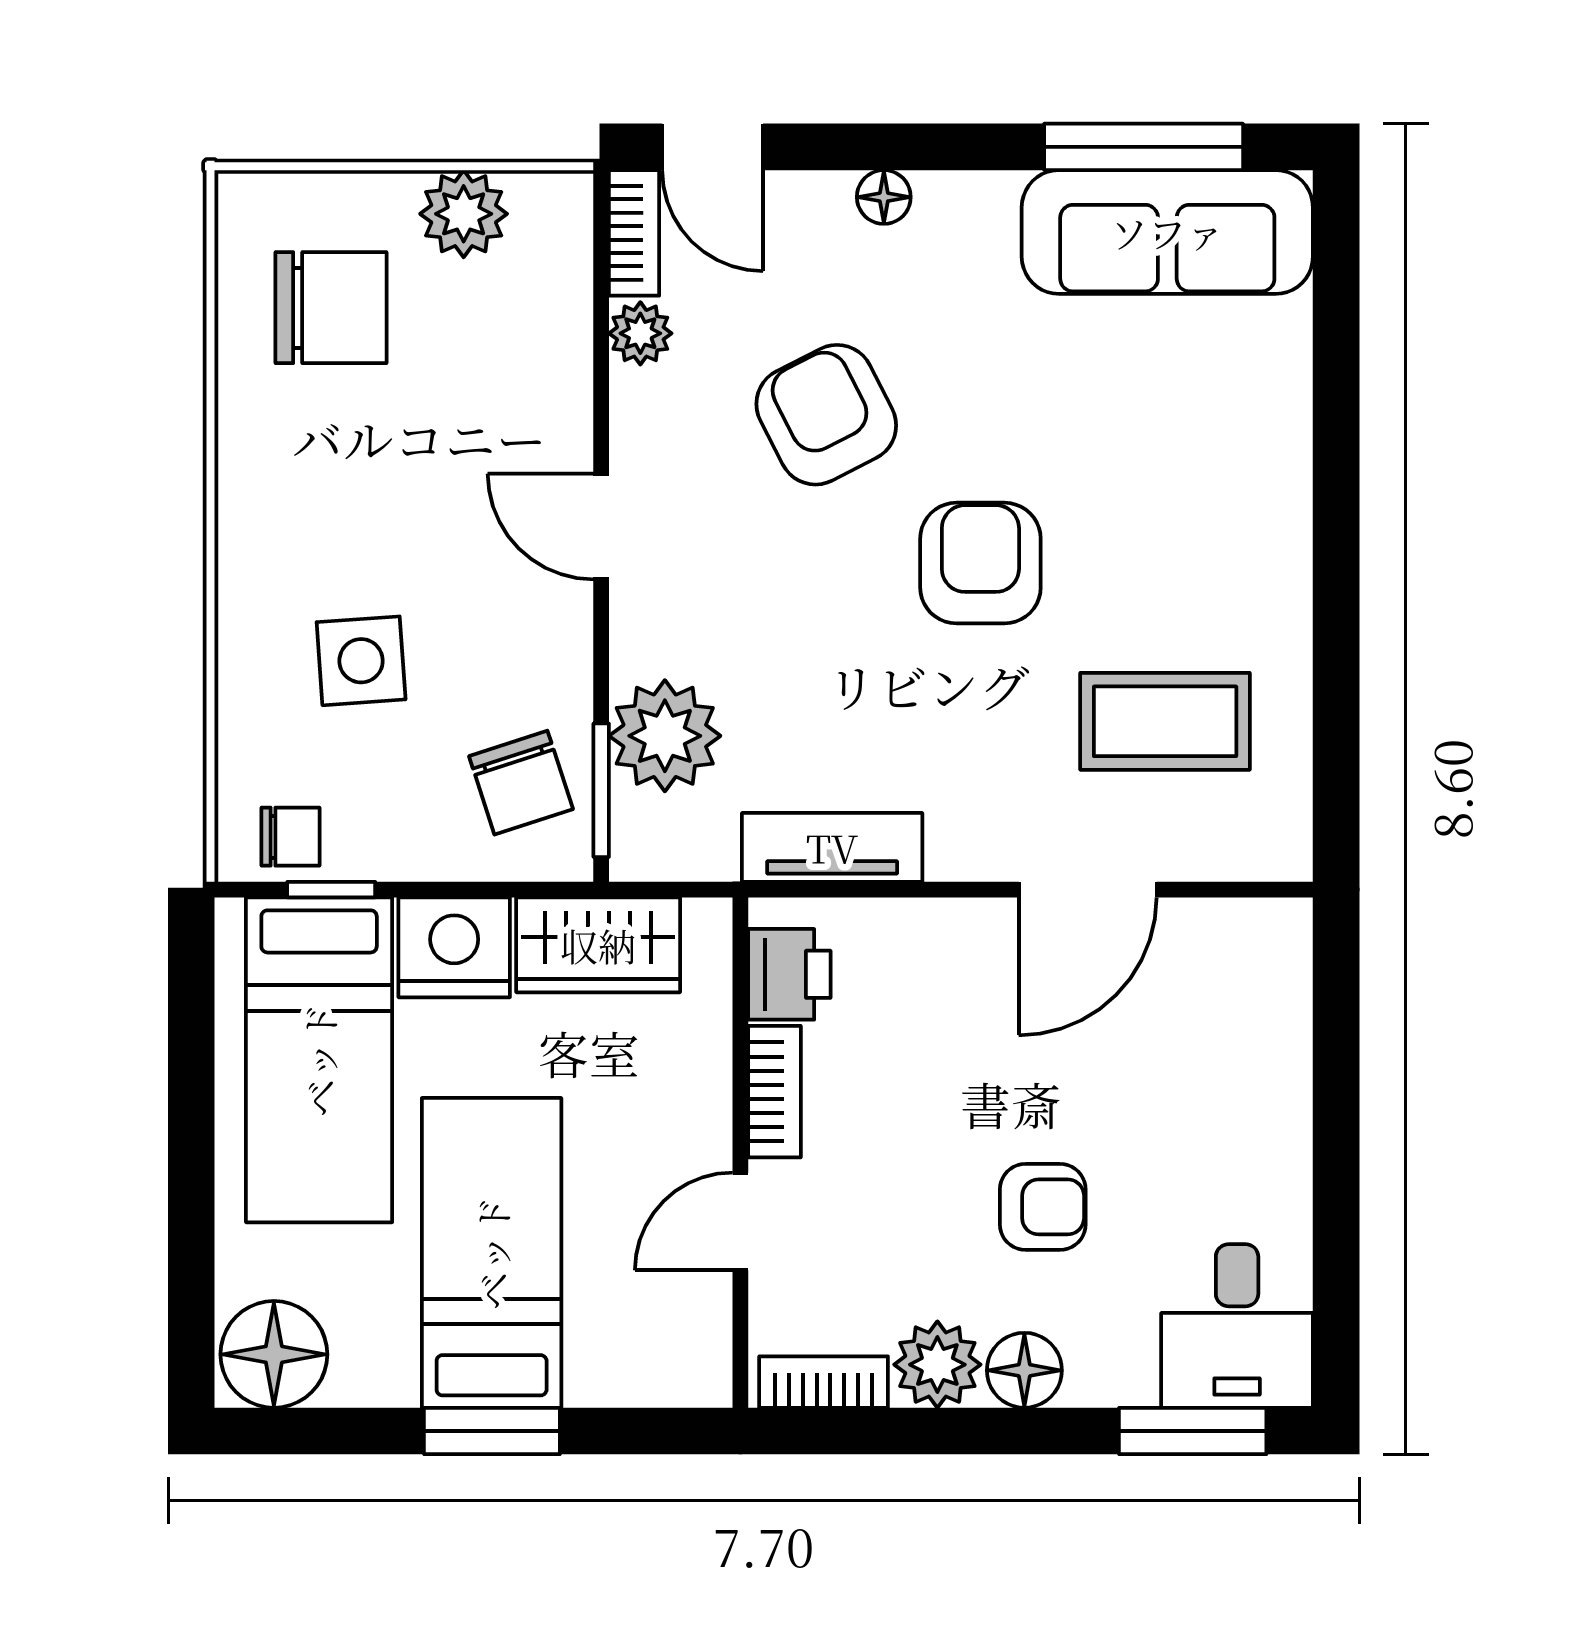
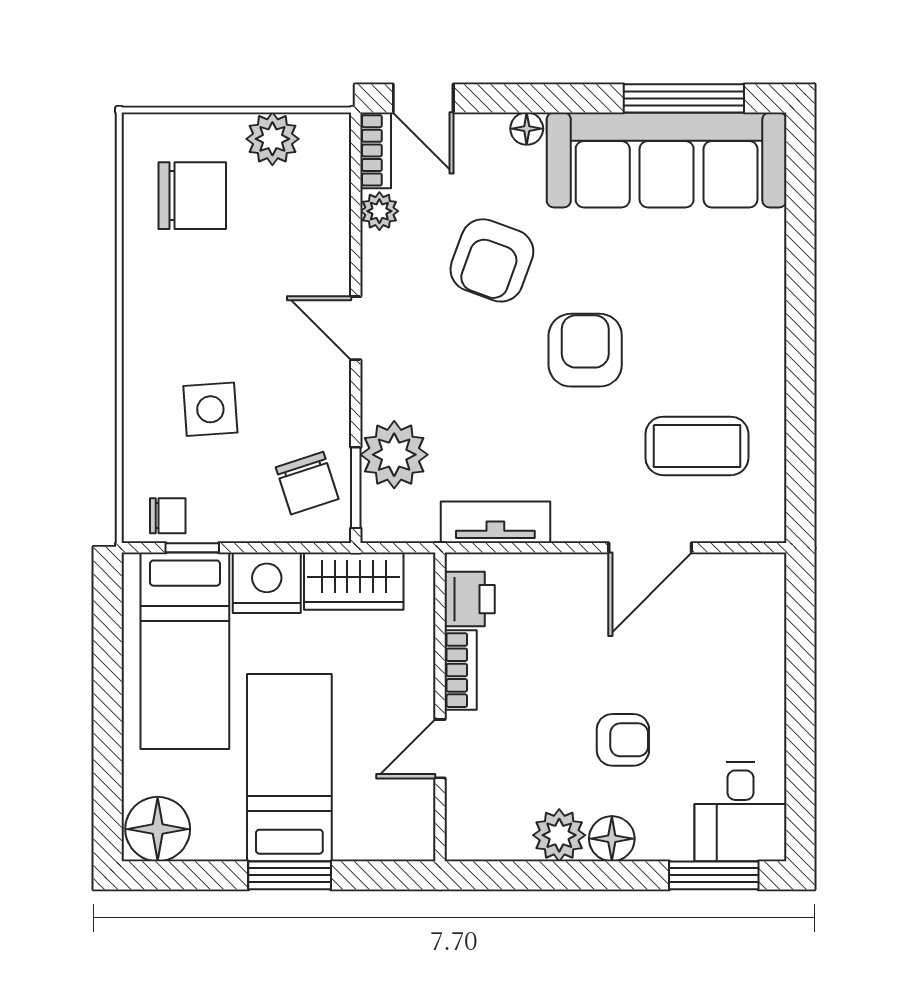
sofa: (1167, 232) -> (667, 160), width x1.36, depth x1.27
armchair: (826, 415) -> (492, 260), turned -133
bookcase: (824, 1382) -> (490, 846), removed

